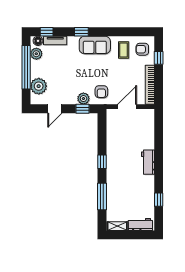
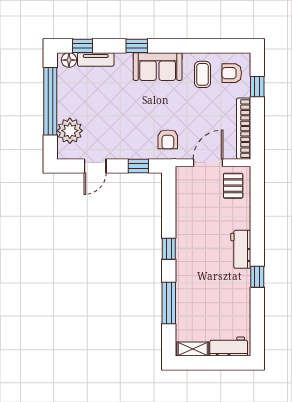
plant: (36, 54) -> (66, 80), removed
plant: (83, 99) -> (140, 150), removed
pallet: (143, 121) -> (233, 186), added
window: (159, 200) -> (257, 277), moved

